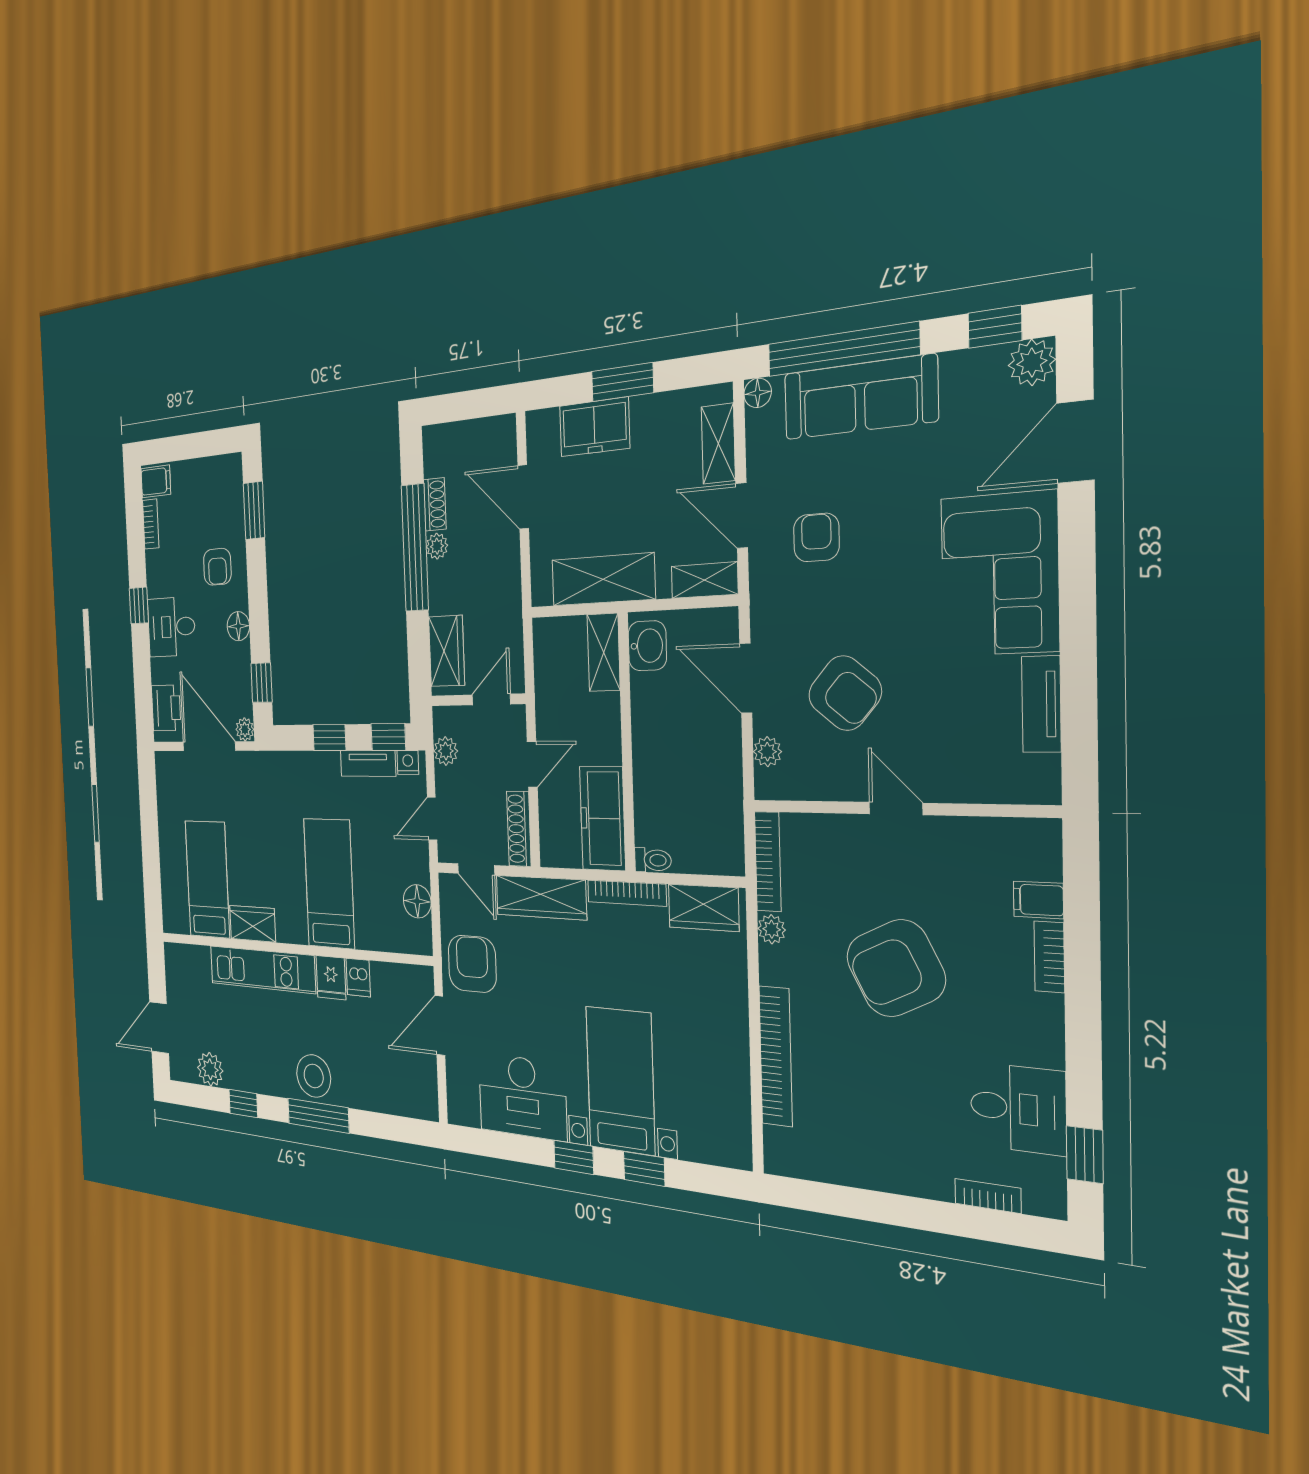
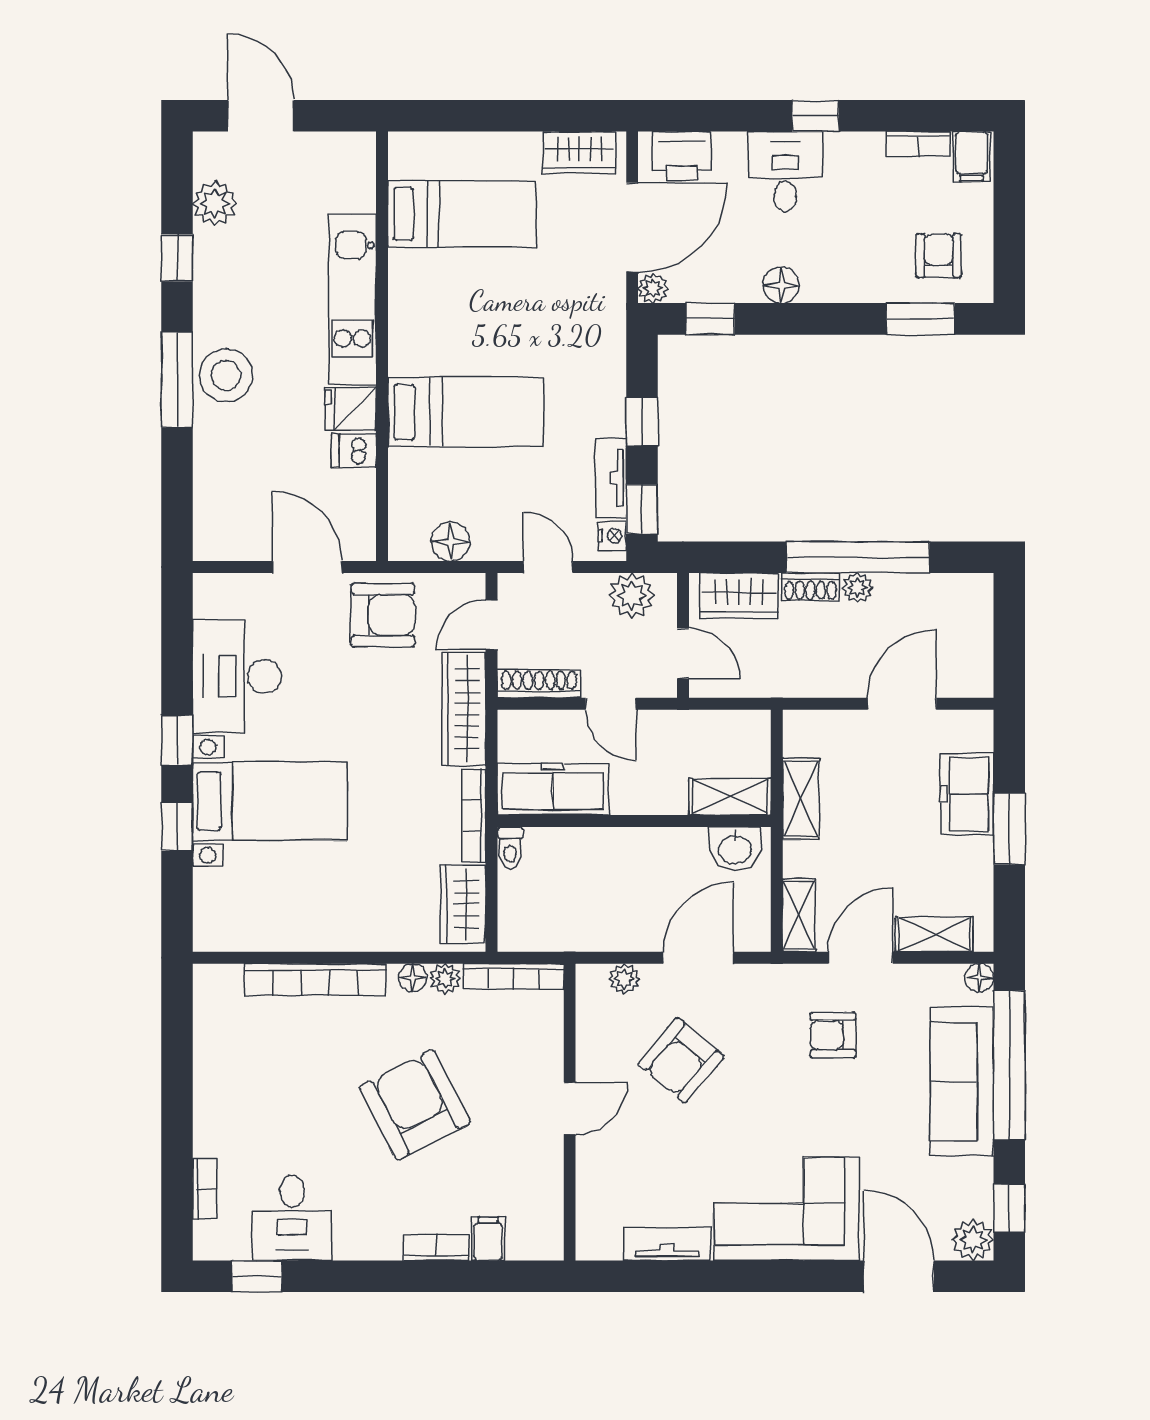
shoe rack: (435, 504) -> (810, 587), moved
armchair: (816, 537) -> (833, 1035), turned 180
armchair: (217, 567) -> (939, 256), moved, turned 90
shelving: (603, 579) -> (801, 799), width x0.67, depth x0.75
plant: (446, 751) -> (632, 596), width x1.38, depth x1.38
wardrobe: (253, 924) -> (579, 153), moved, turned 90
floor lamp: (771, 961) -> (413, 978), added

